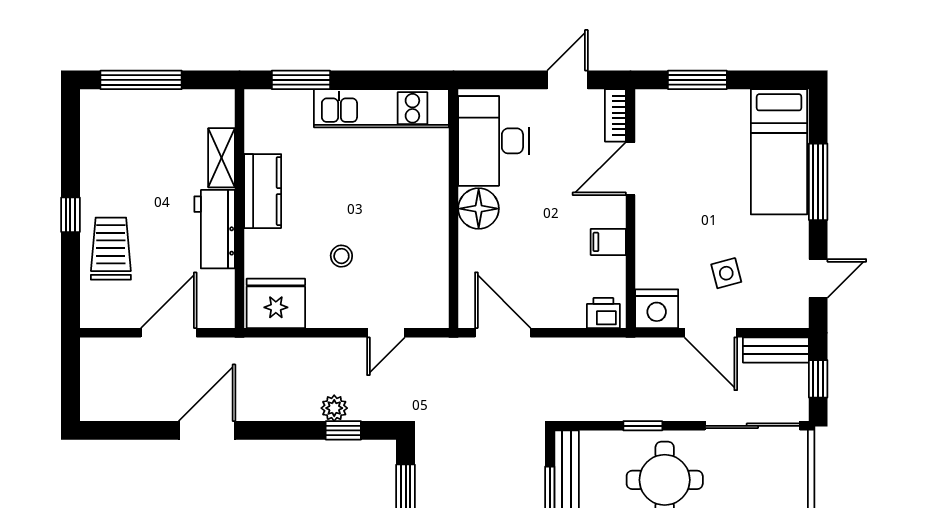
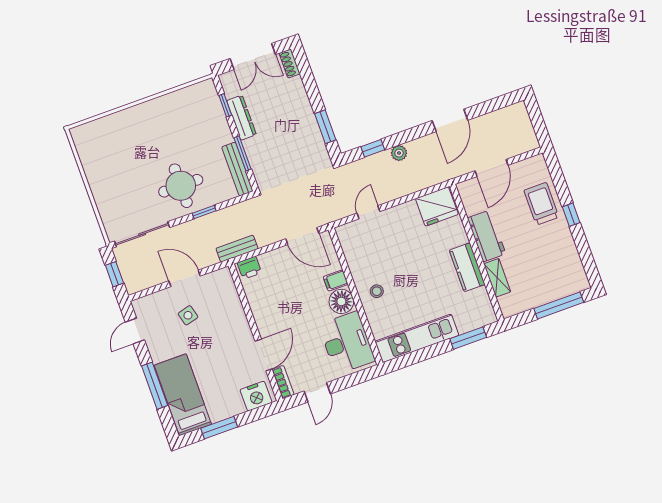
window: (697, 80) -> (219, 428), moved
filing cabinet: (608, 242) -> (336, 280), moved, turned 180
trolley: (111, 249) -> (541, 204), turned 180
stool: (341, 256) -> (377, 291), moved
nightstand: (657, 309) -> (256, 396), moved, turned 180
bench: (776, 350) -> (237, 249), moved
plant: (334, 408) -> (399, 153), moved

